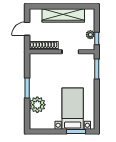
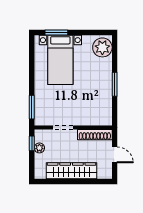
door: (27, 29) -> (115, 155), hinge flipped
plant: (37, 105) -> (102, 47), moved

